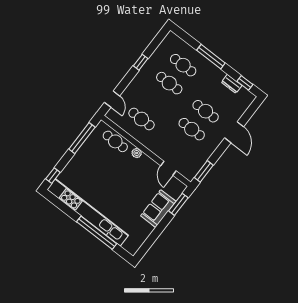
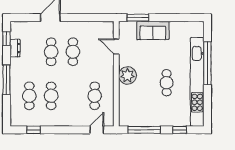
window: (141, 62) -> (34, 130), moved
cafe table: (115, 141) -> (167, 83), moved
plant: (137, 153) -> (127, 75), width x1.88, depth x1.88
door: (168, 168) -> (116, 47), swing flipped
window: (204, 171) -> (98, 18), removed
window: (53, 176) -> (180, 130), moved

